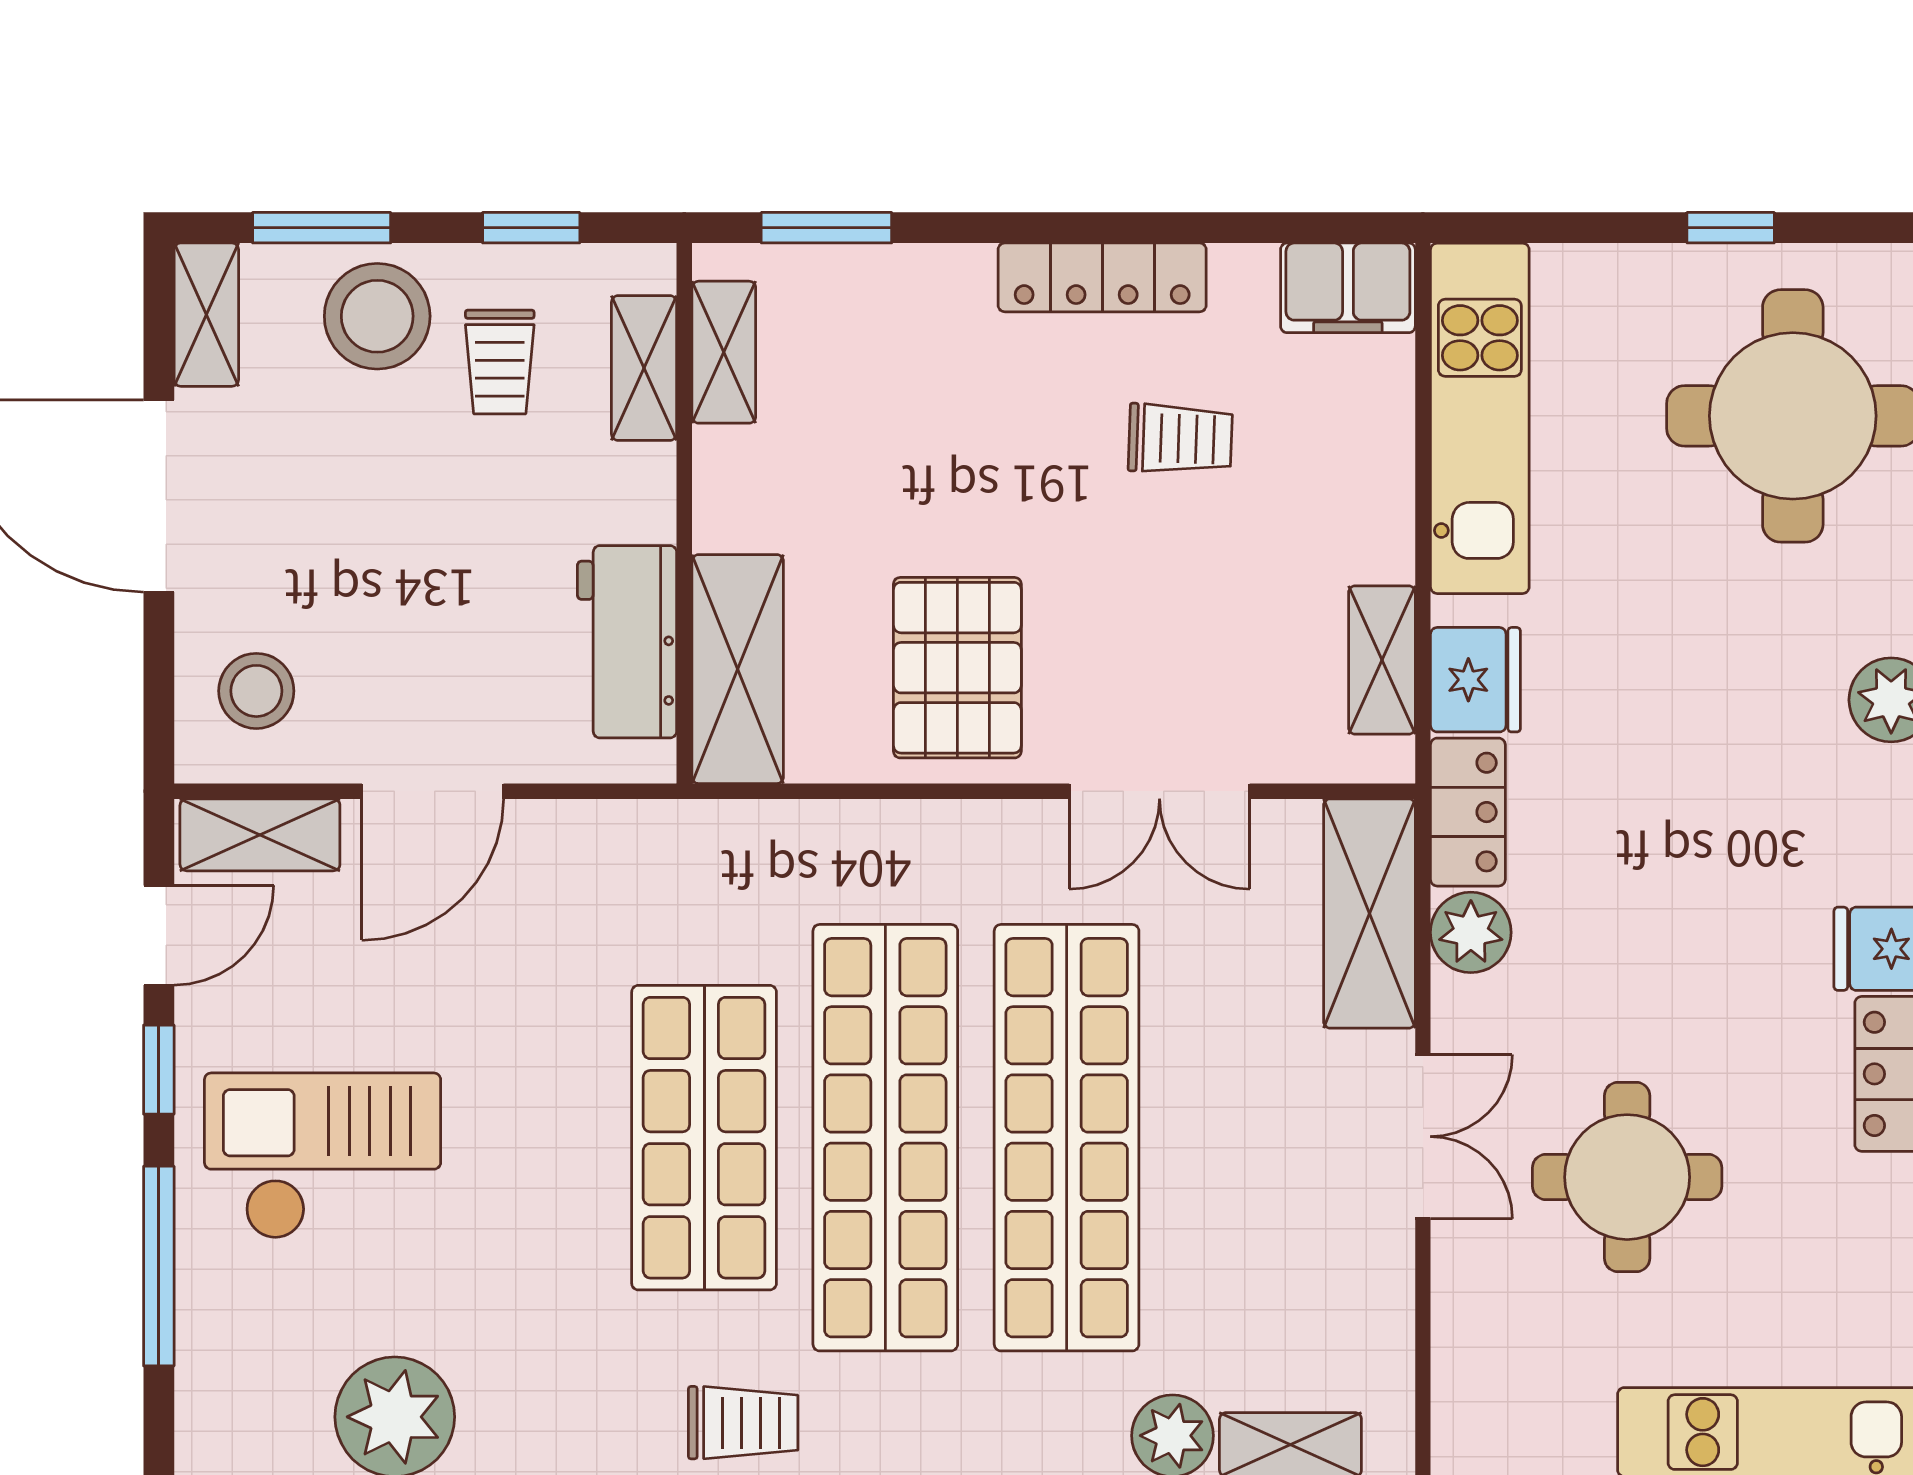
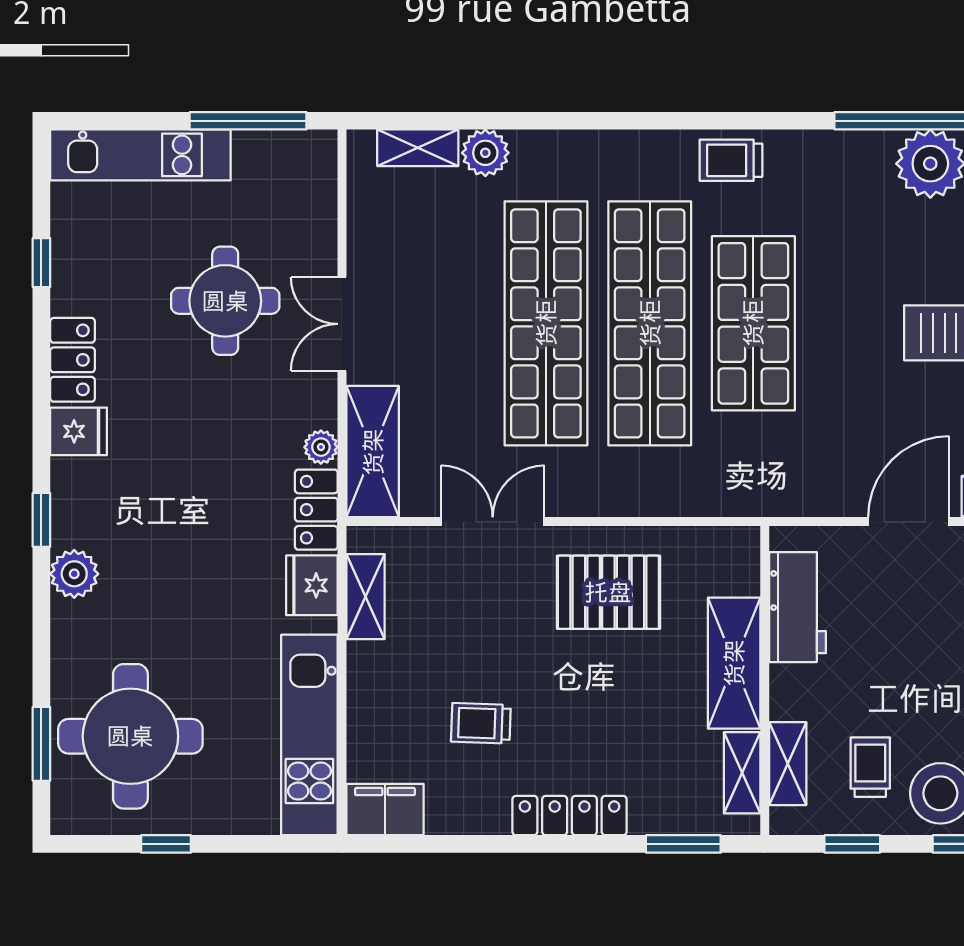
locker: (1102, 277) -> (570, 816), moved
pallet: (957, 668) -> (608, 592), turned 90
shelving: (738, 669) -> (734, 663), moved
plant: (1471, 932) -> (321, 447), width x0.73, depth x0.73

